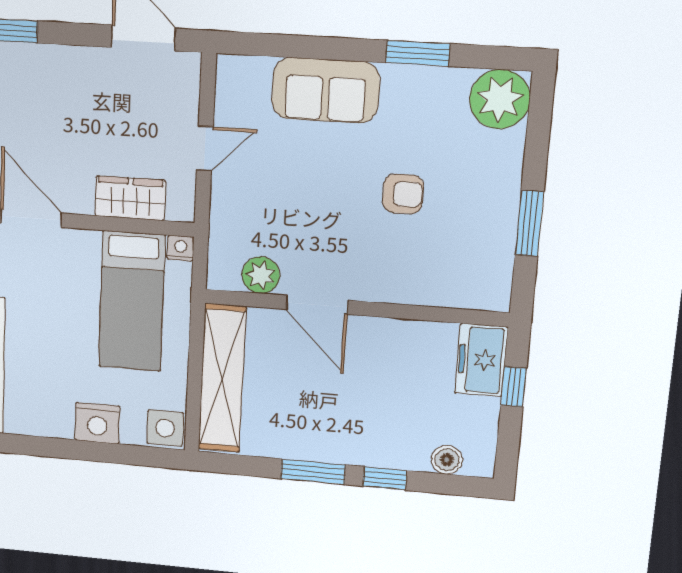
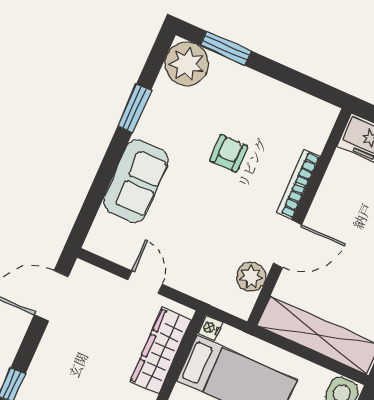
wardrobe: (130, 198) -> (161, 351), width x1.50
window: (529, 223) -> (226, 48), moved
bookcase: (395, 293) -> (298, 184), added

